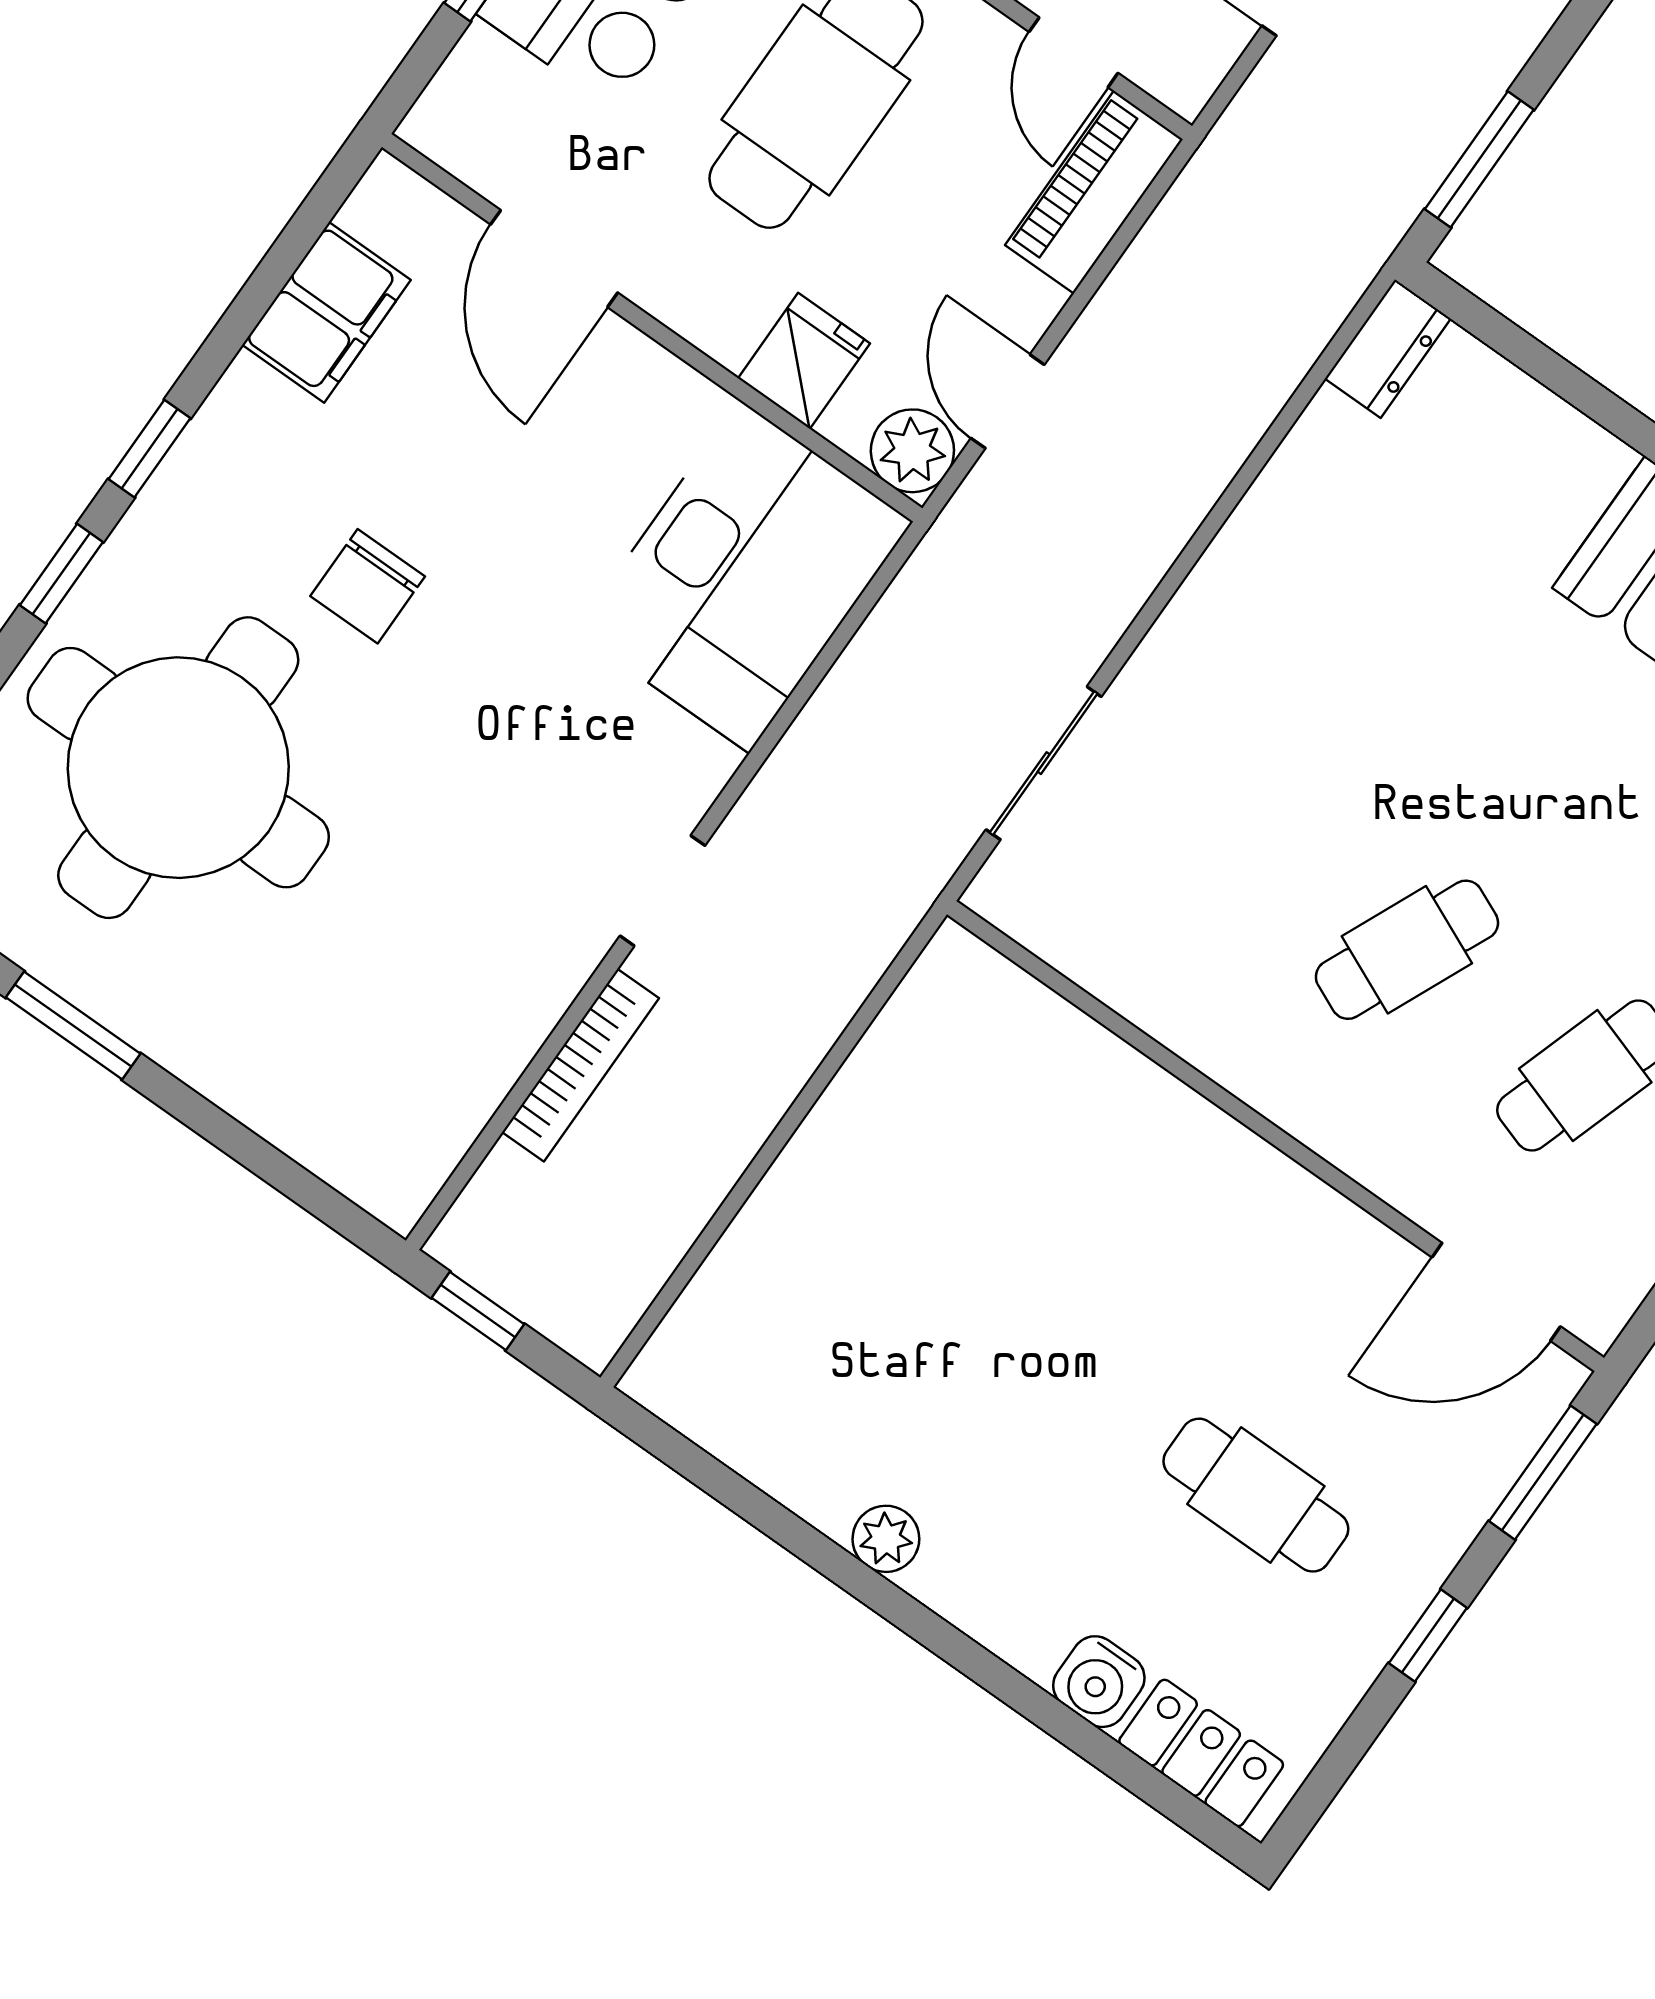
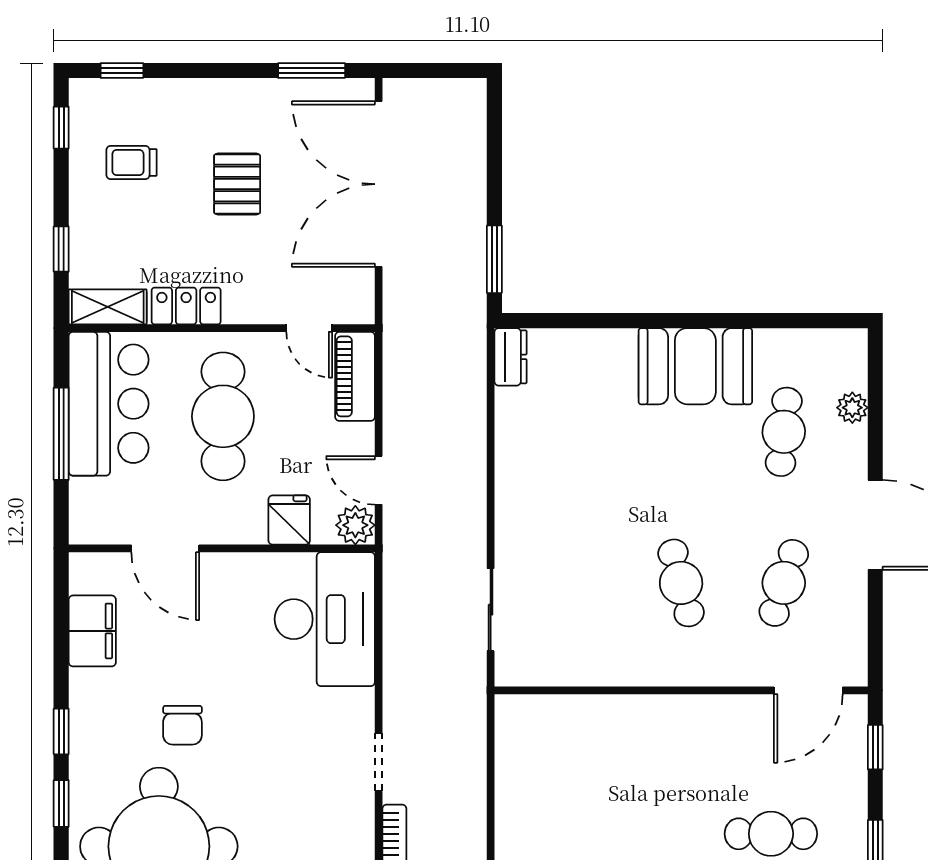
cafe table: (1407, 950) -> (681, 583), turned -39
window: (1543, 1473) -> (875, 747), width x0.67

